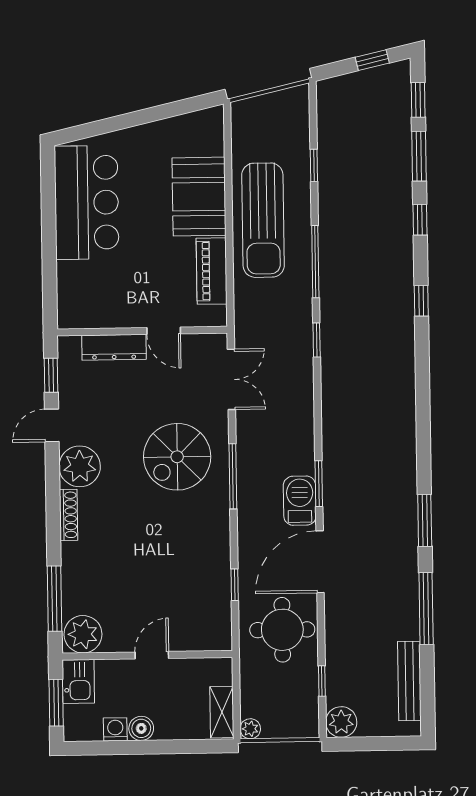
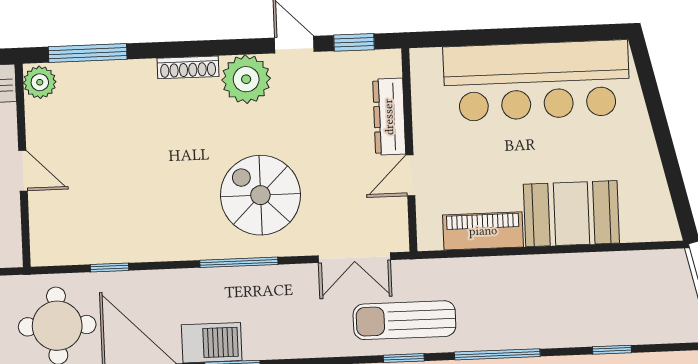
bar counter: (86, 202) -> (537, 81), width x1.36
sun lounger: (263, 220) -> (404, 320), moved, width x0.73, depth x0.75
plant: (83, 634) -> (40, 82), width x0.73, depth x0.73

